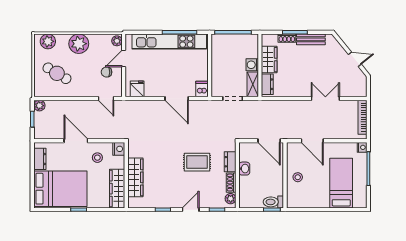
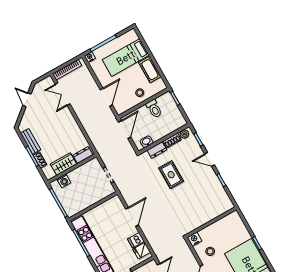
washing machine: (252, 65) -> (64, 181), moved
shelving: (253, 84) -> (89, 166), removed
dishwasher: (202, 89) -> (136, 240), moved
double door: (325, 98) -> (63, 94), moved
washbasin: (244, 169) -> (147, 142), moved
wardrobe: (135, 177) -> (209, 214), removed
wardrobe: (117, 189) -> (225, 223), removed
cot: (315, 201) -> (150, 70), added
toilet: (273, 202) -> (154, 109), moved

